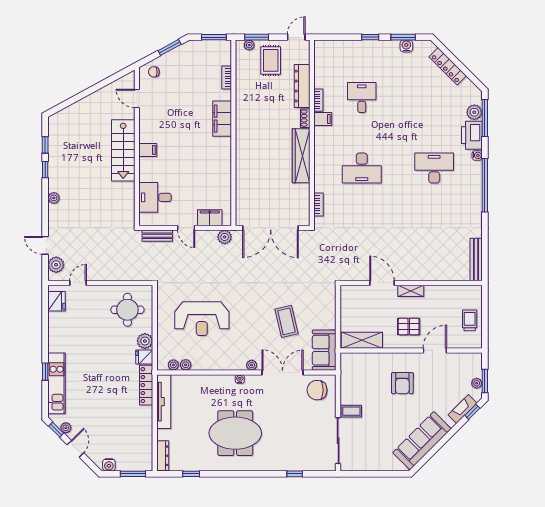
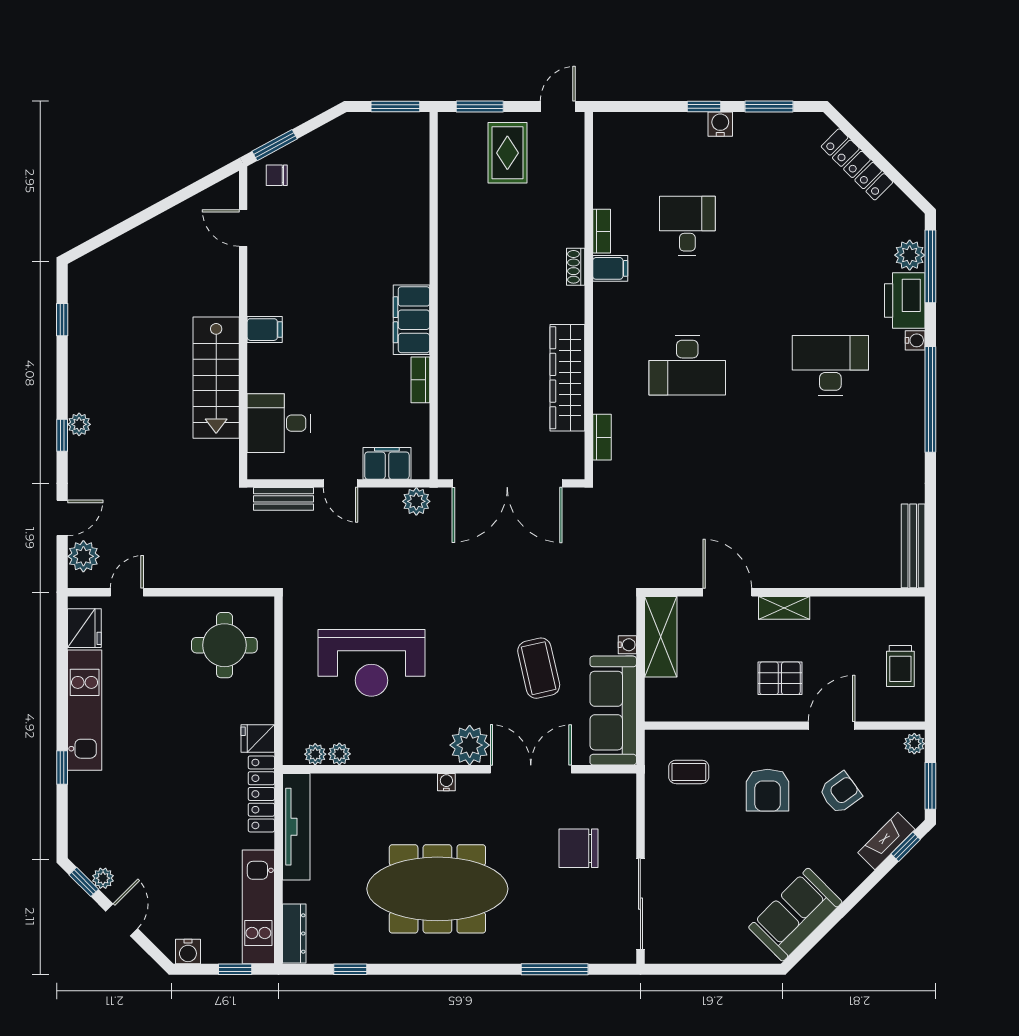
plant: (249, 45) -> (465, 123), removed
water cooler: (406, 46) -> (720, 124), moved
window: (170, 47) -> (275, 145), moved
bookcase: (227, 78) -> (420, 380), moved
dresser: (302, 86) -> (569, 203), removed
filing cabinet: (222, 119) -> (411, 320), moved
stairs: (123, 150) -> (216, 378), moved
wardrobe: (301, 156) -> (567, 378), moved
window: (45, 170) -> (62, 435), moved
door: (45, 245) -> (62, 518), swing flipped
water cooler: (331, 310) -> (627, 645), added
trolley: (470, 320) -> (900, 666), turned 180
shelving: (362, 340) -> (661, 637), moved, turned 90
plant: (145, 341) -> (259, 707), removed
sofa: (324, 350) -> (613, 711), width x1.36
plant: (252, 365) -> (470, 745), width x1.88, depth x1.88
kitchen unit: (57, 383) -> (85, 710), moved
plant: (477, 383) -> (914, 744), moved
armchair: (439, 385) -> (840, 793), added
chair: (317, 390) -> (578, 848), moved
coffee table: (351, 411) -> (689, 772), moved
meeting table: (235, 433) -> (437, 889), width x1.36
sofa: (422, 441) -> (795, 915), width x0.73
kitchen unit: (145, 442) -> (258, 907), added
window: (133, 474) -> (235, 969), width x0.67
window: (295, 474) -> (555, 969), width x2.17

